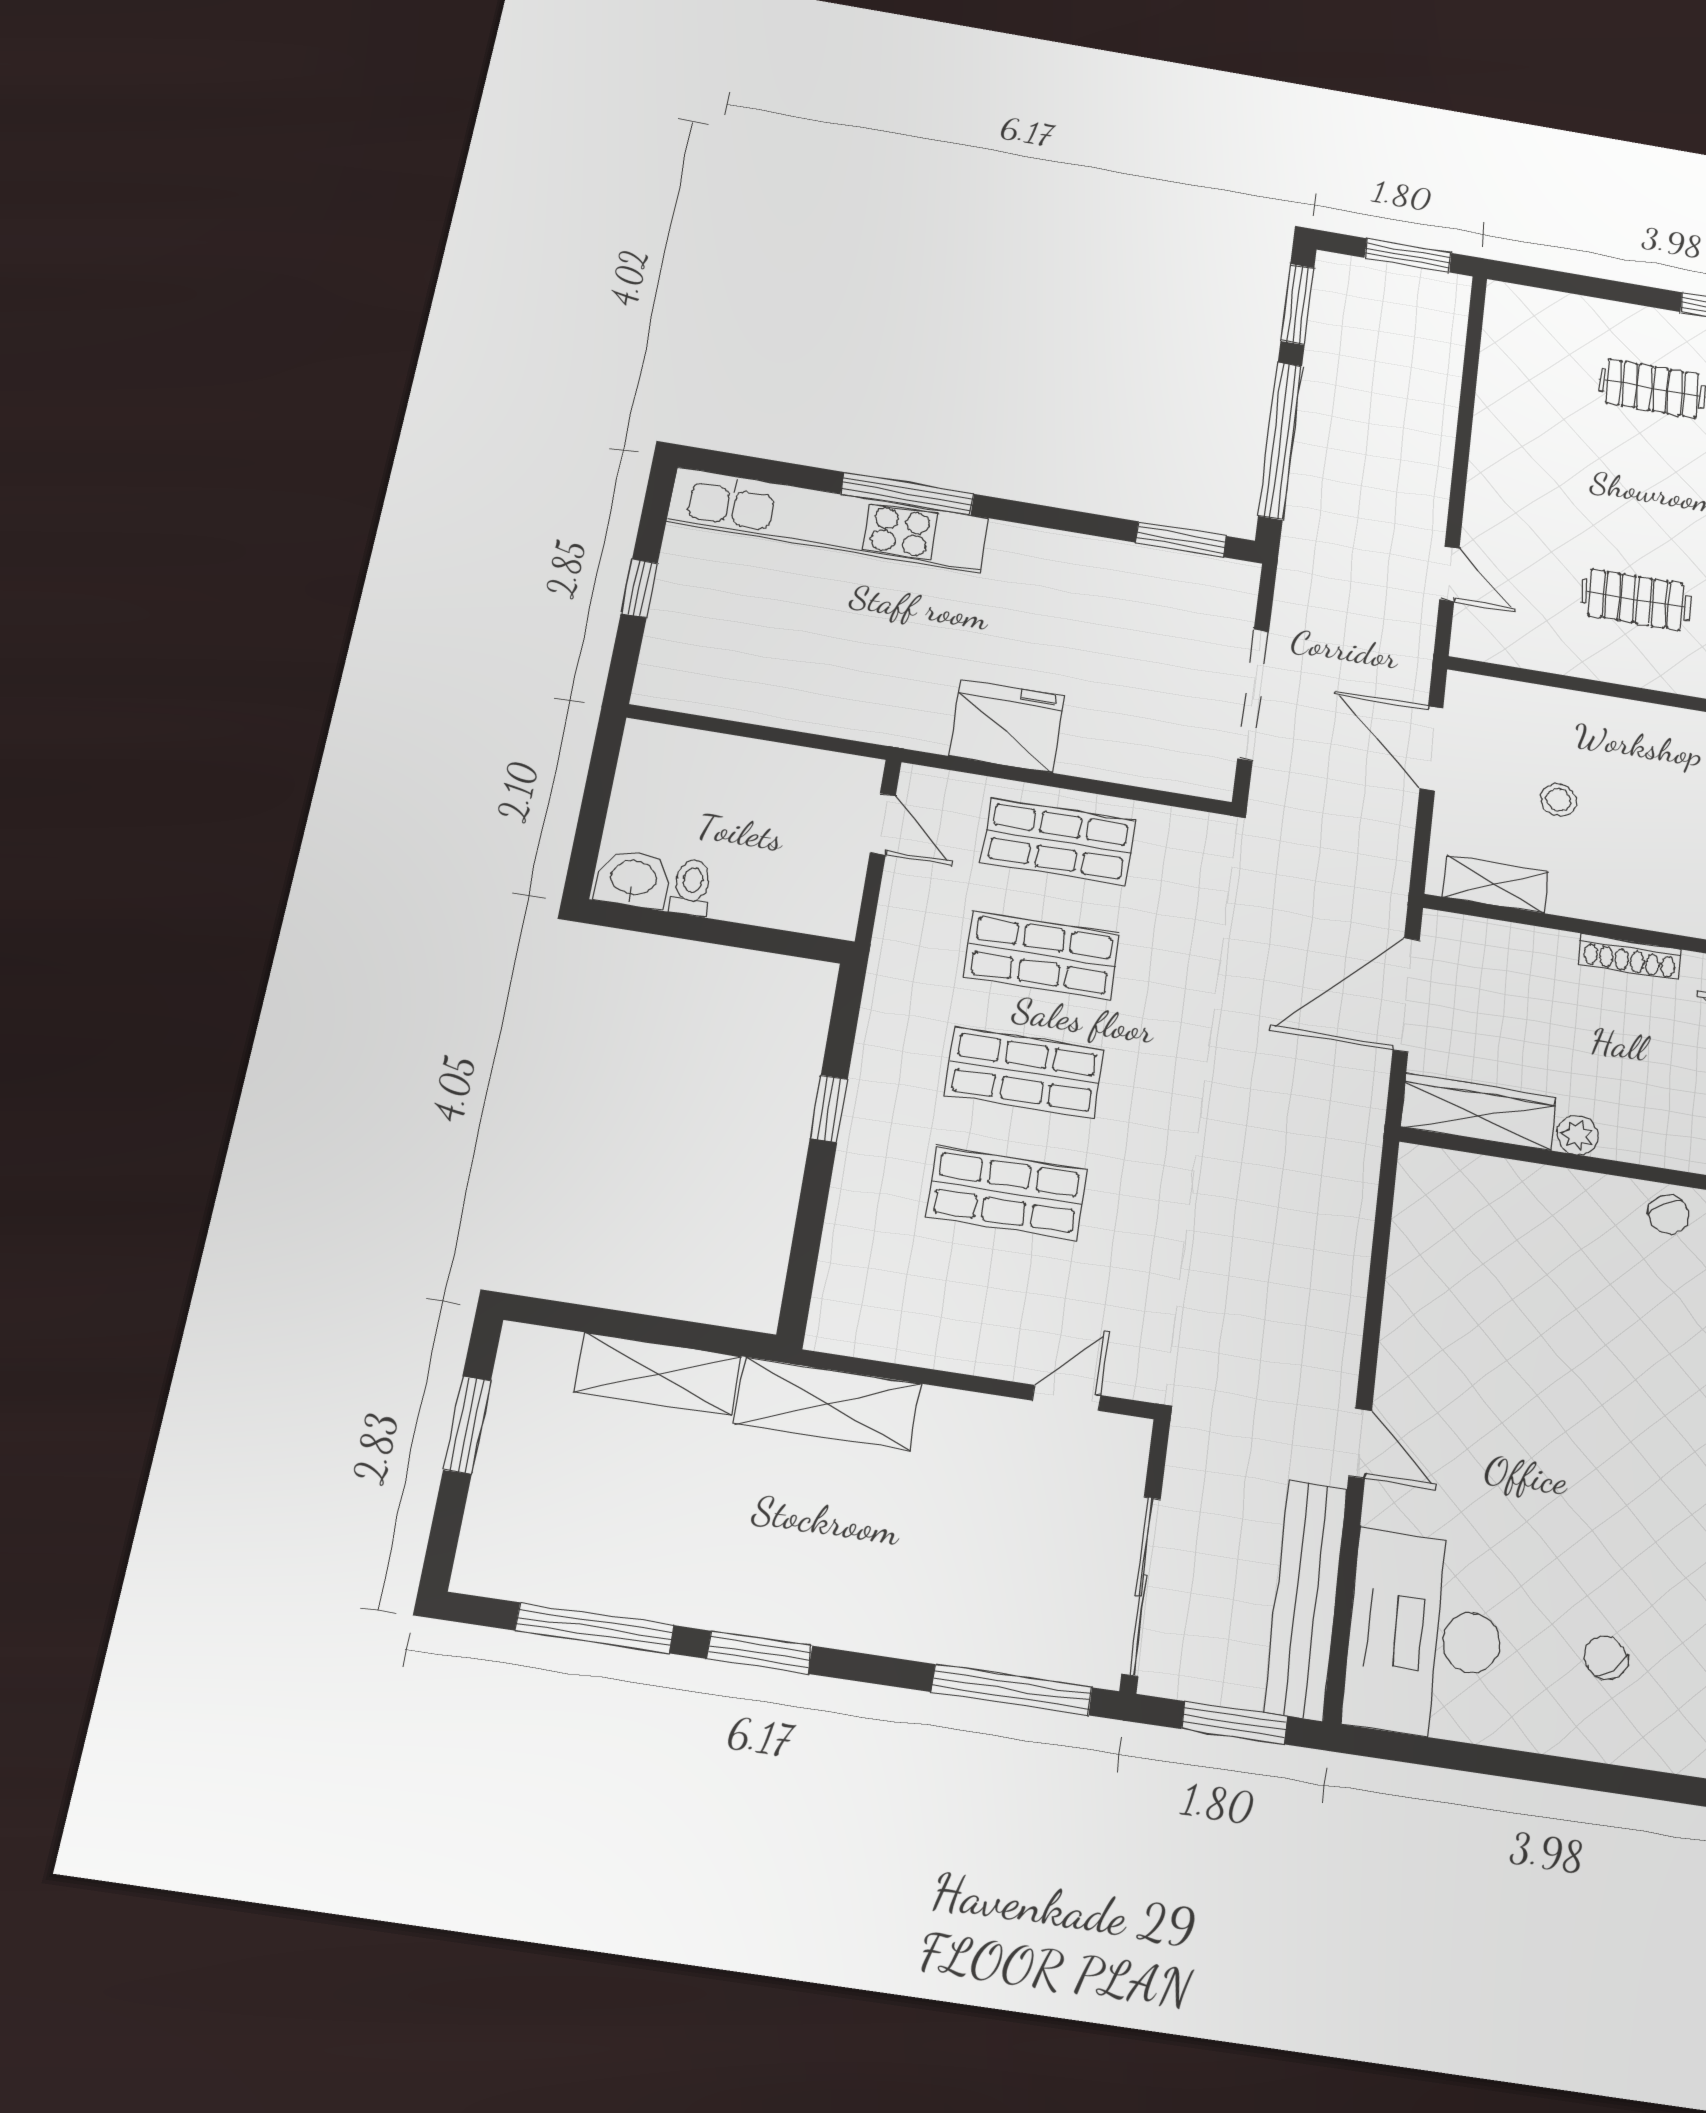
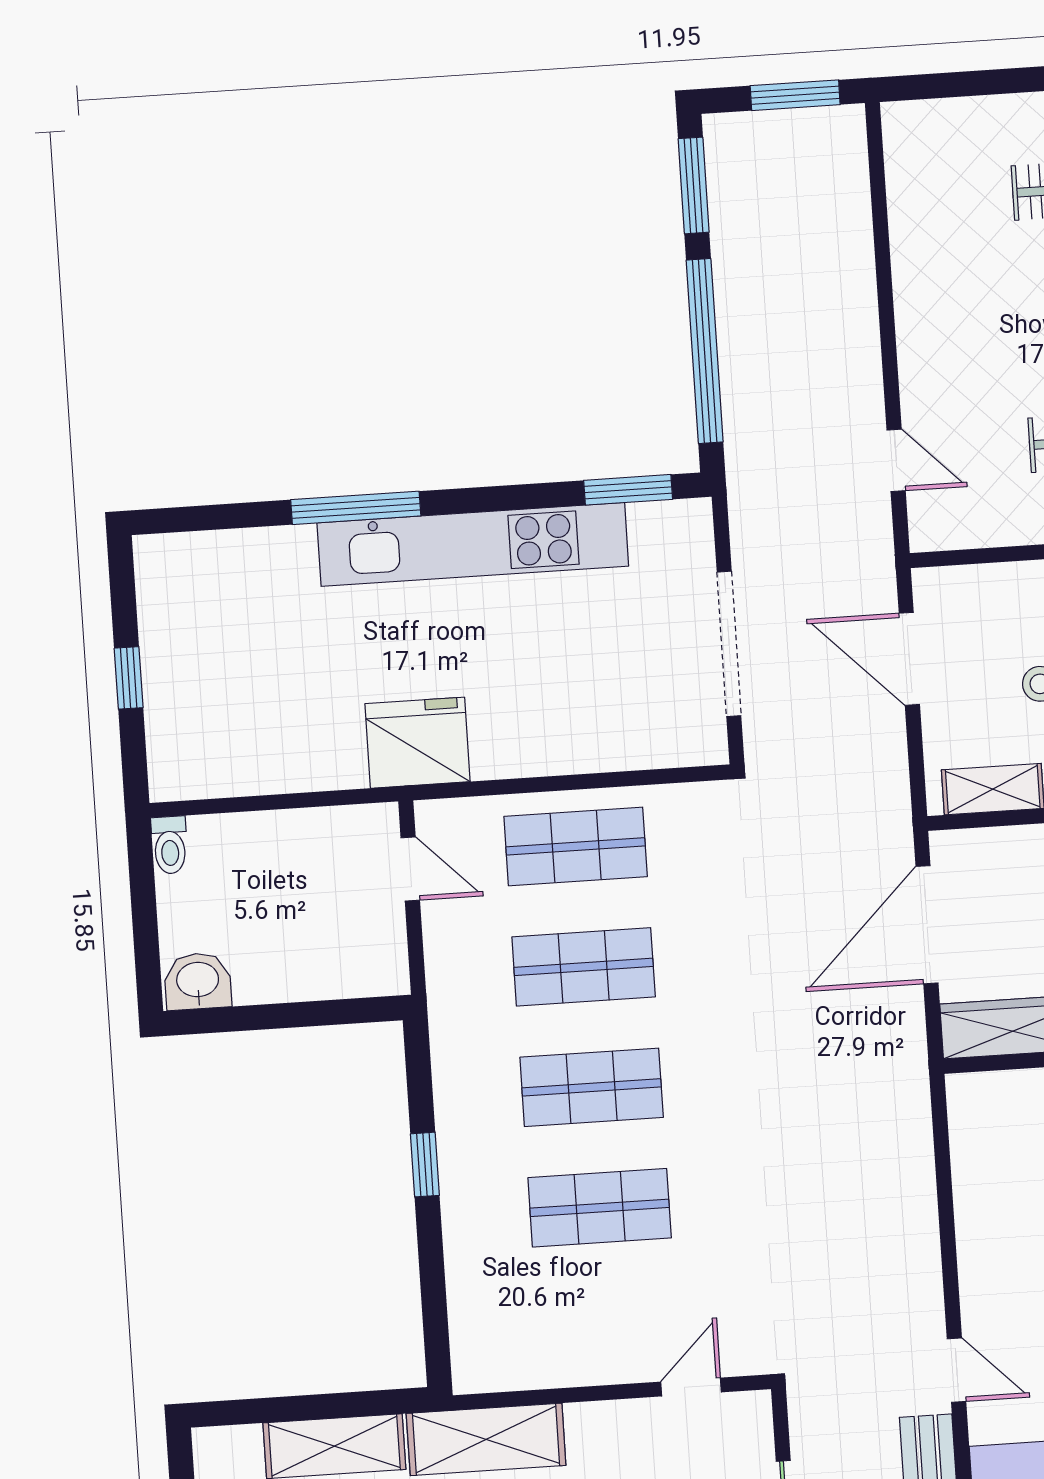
kitchen unit: (829, 520) -> (473, 544), moved
fridge: (1007, 726) -> (417, 743), moved
toilet: (691, 887) -> (170, 845), moved, turned 180

